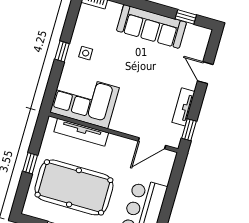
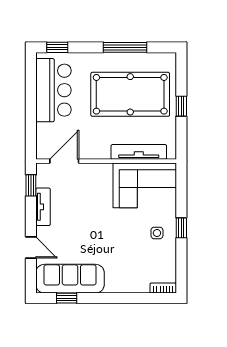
sofa: (151, 26) -> (70, 279), moved

